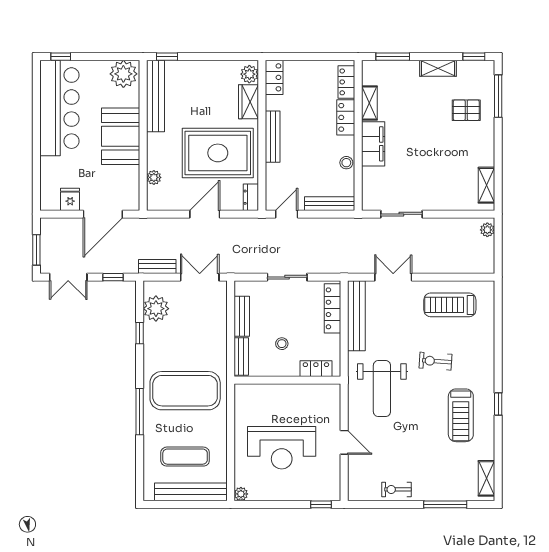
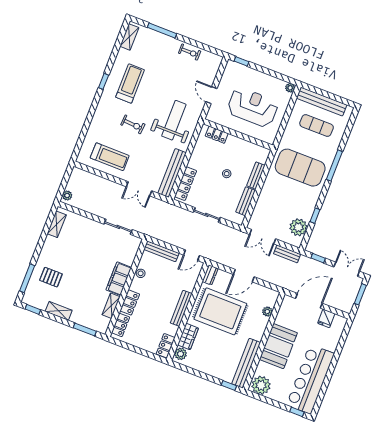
locker: (316, 369) -> (217, 135), moved
wall: (287, 380) -> (238, 134), moved

